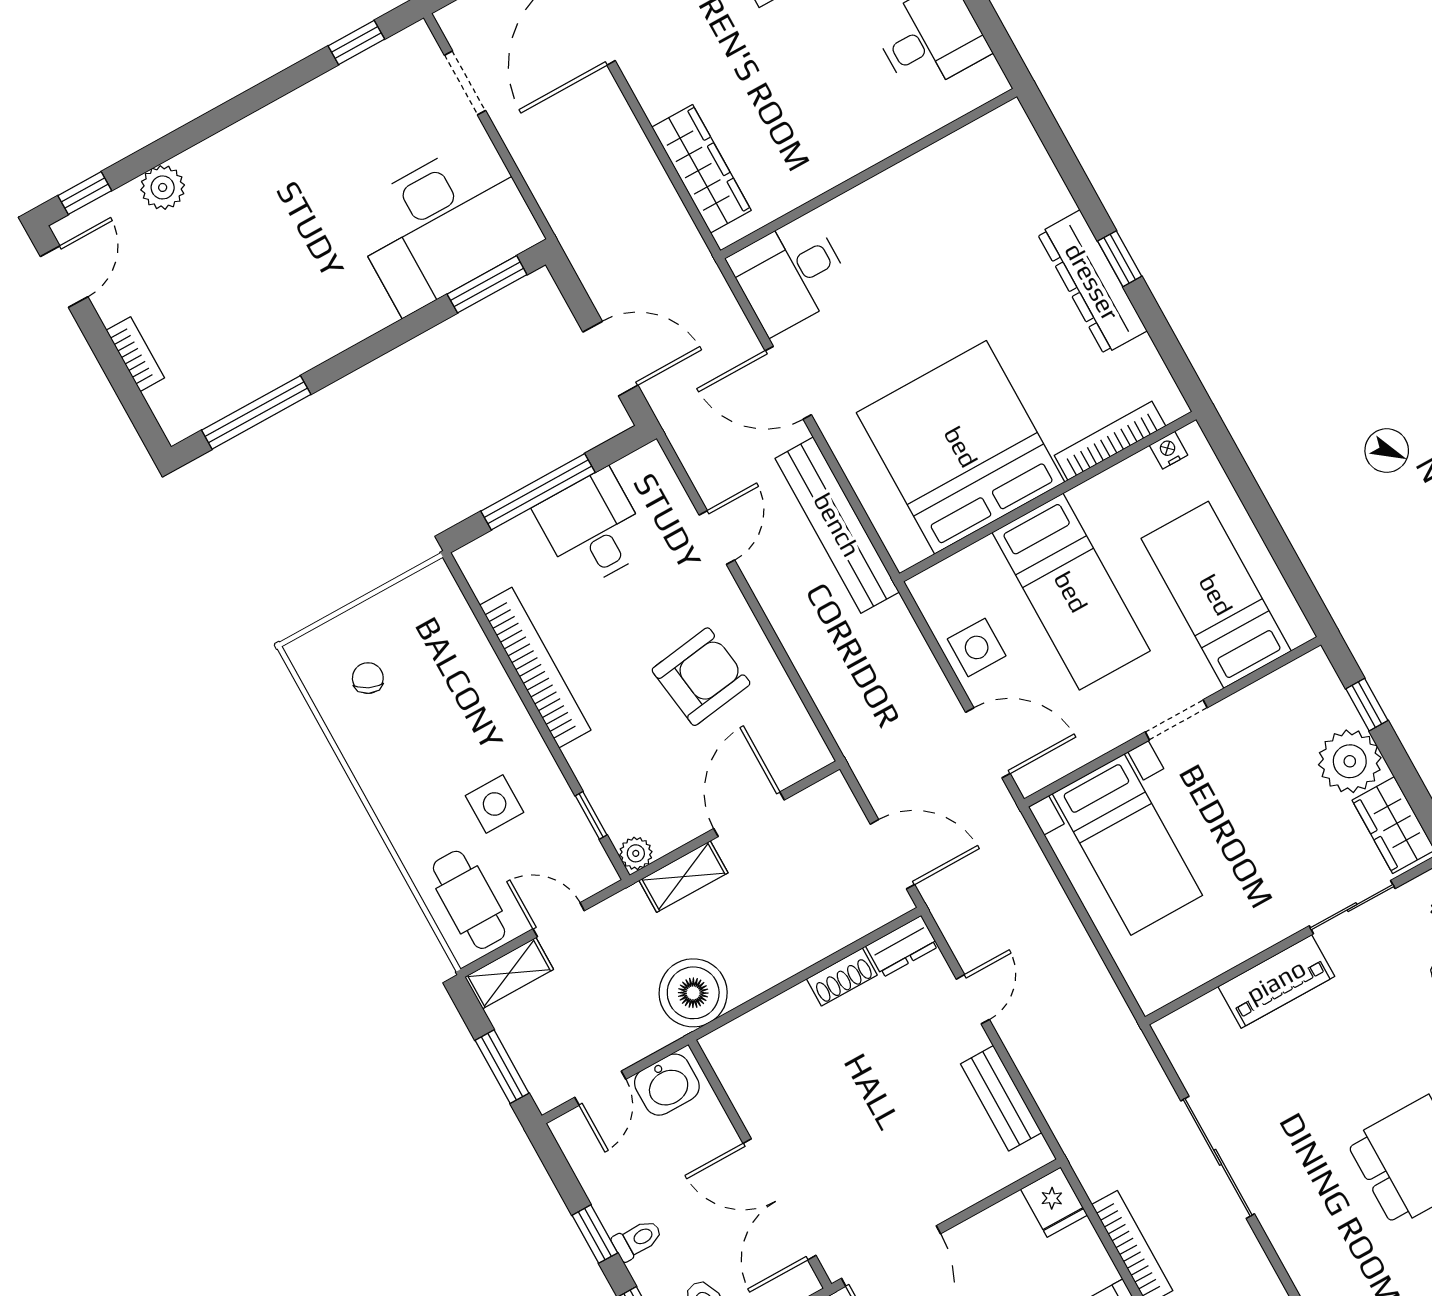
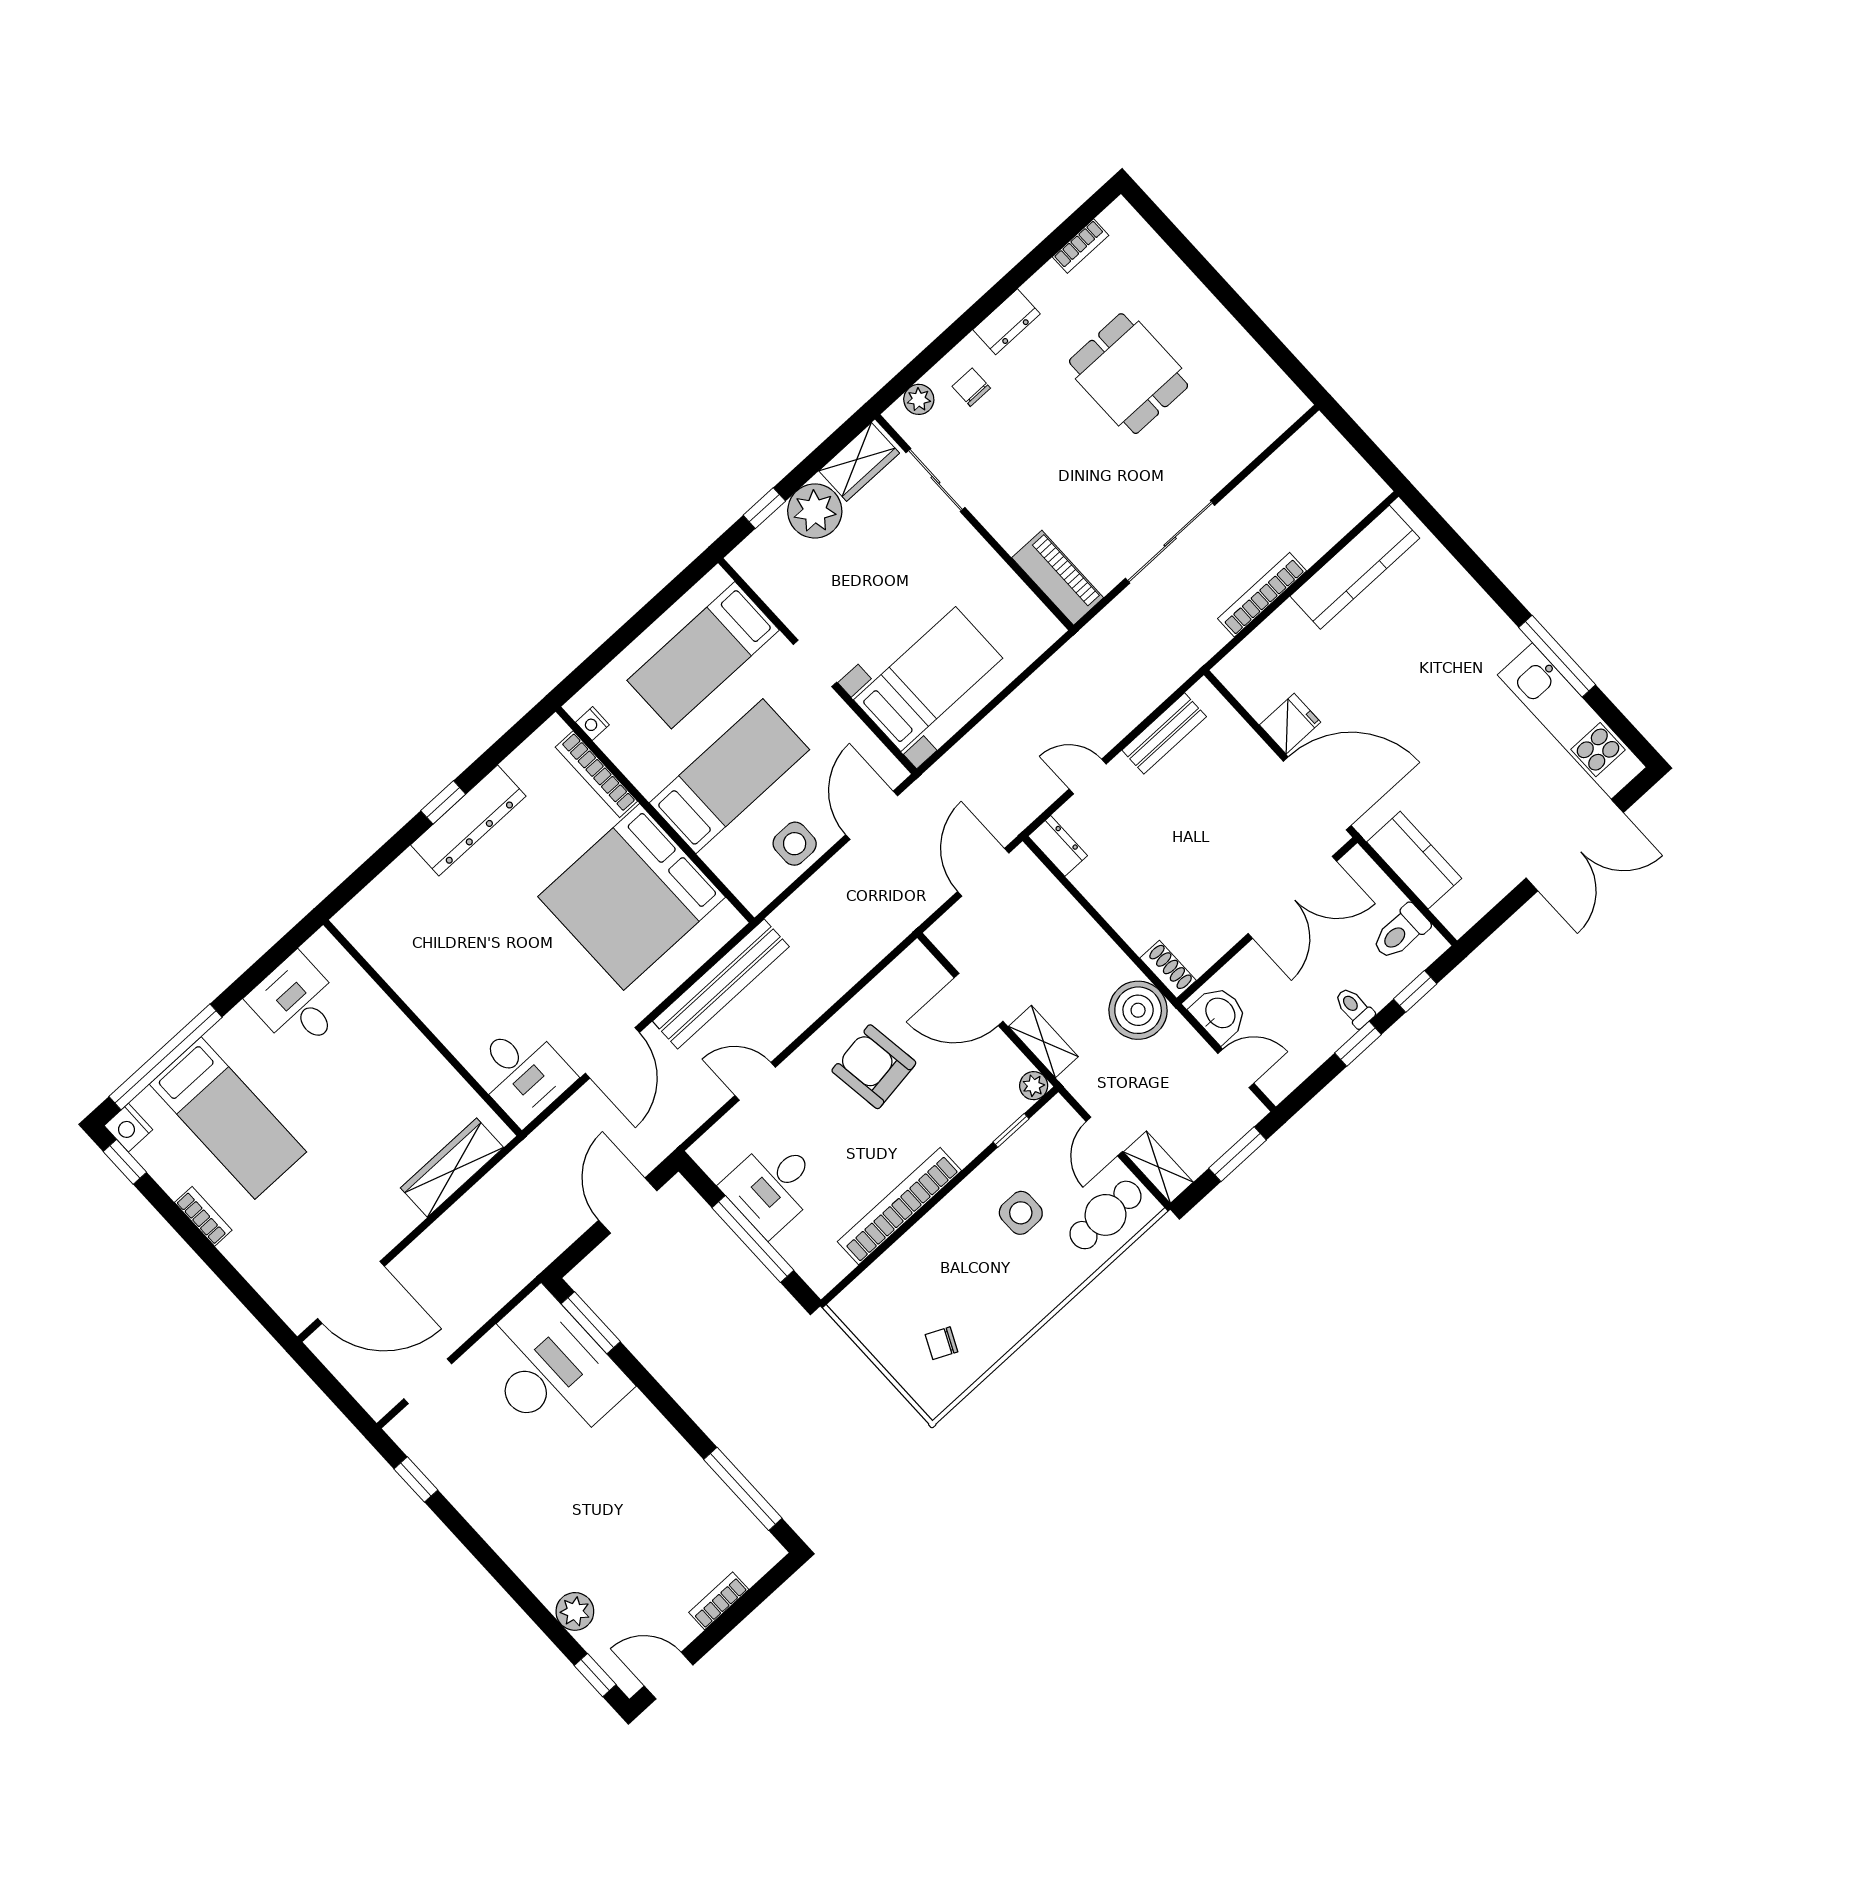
shoe rack: (842, 977) -> (1168, 969), moved
piano: (1276, 981) -> (1058, 578), moved
fridge: (1054, 1202) -> (1290, 724), moved

